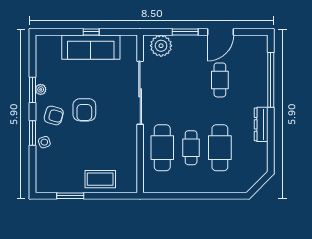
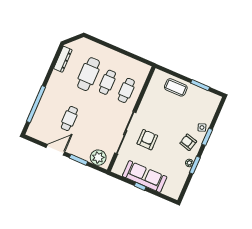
armchair: (84, 110) -> (147, 140), moved
dresser: (261, 124) -> (63, 59), moved
cafe table: (162, 148) -> (126, 90), width x0.73, depth x0.74

